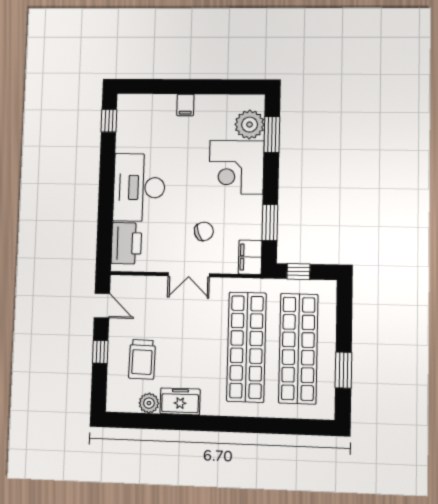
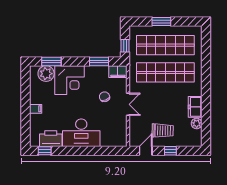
printer: (126, 243) -> (51, 139), moved
trolley: (142, 359) -> (163, 131), moved
window: (343, 370) -> (161, 21), moved

